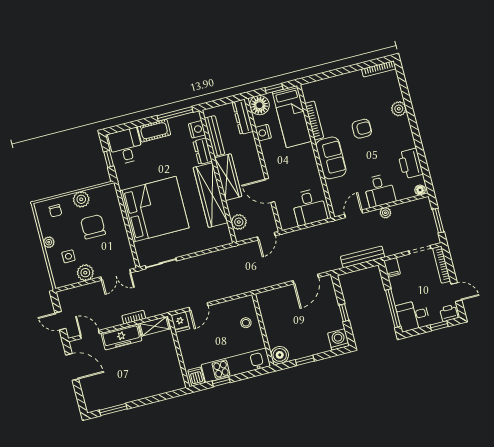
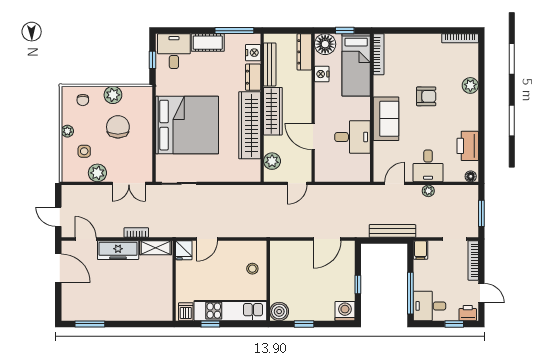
bookcase: (314, 120) -> (379, 54), moved
desk: (309, 207) -> (353, 137), moved, turned -90

